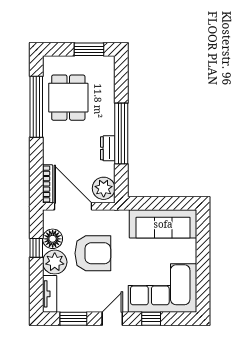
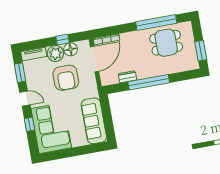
dresser: (108, 148) -> (127, 77), moved
plant: (104, 188) -> (110, 77), removed

